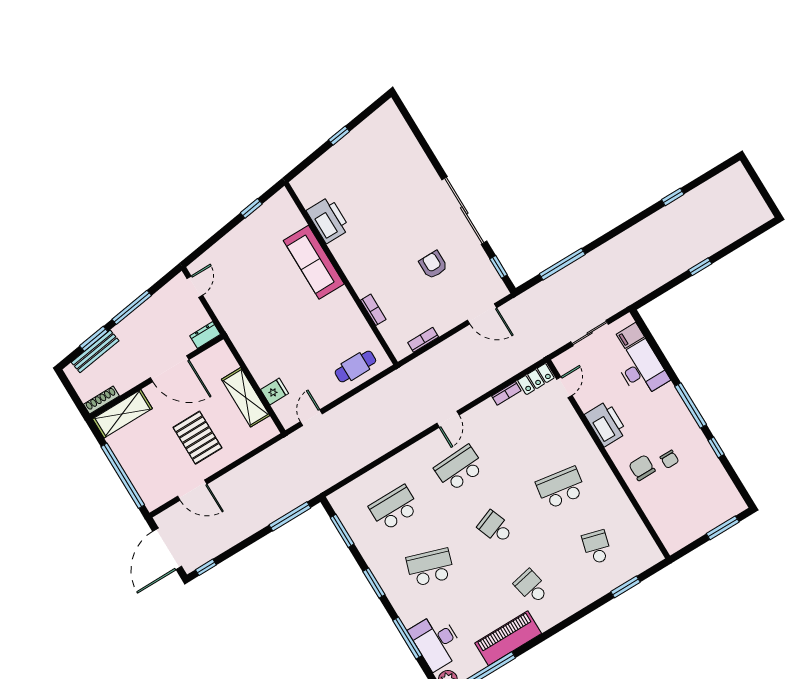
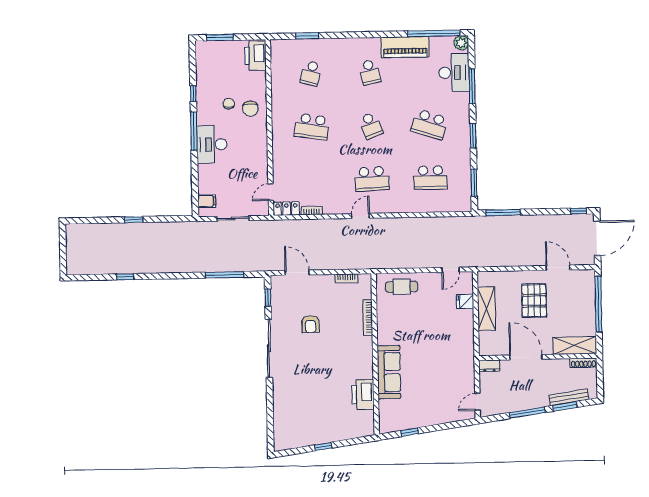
bookcase: (373, 310) -> (368, 318), width x1.56
desk: (642, 369) -> (212, 144), moved
printer: (606, 424) -> (255, 56), moved

